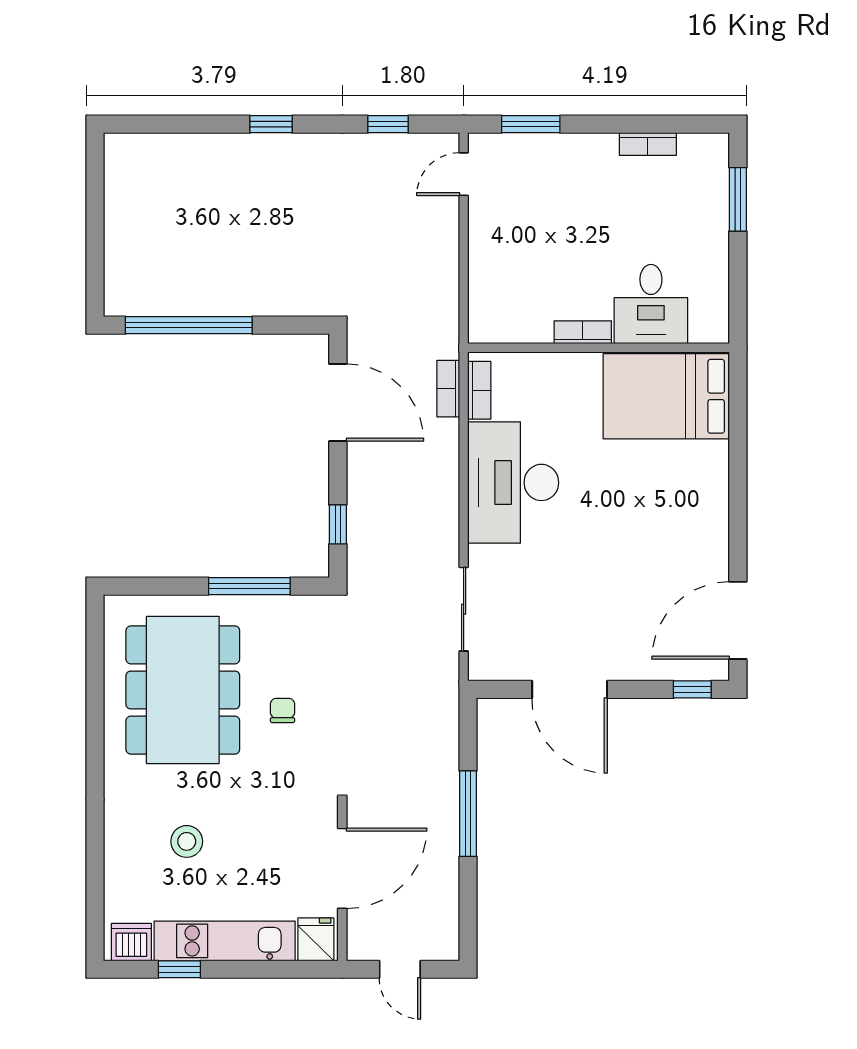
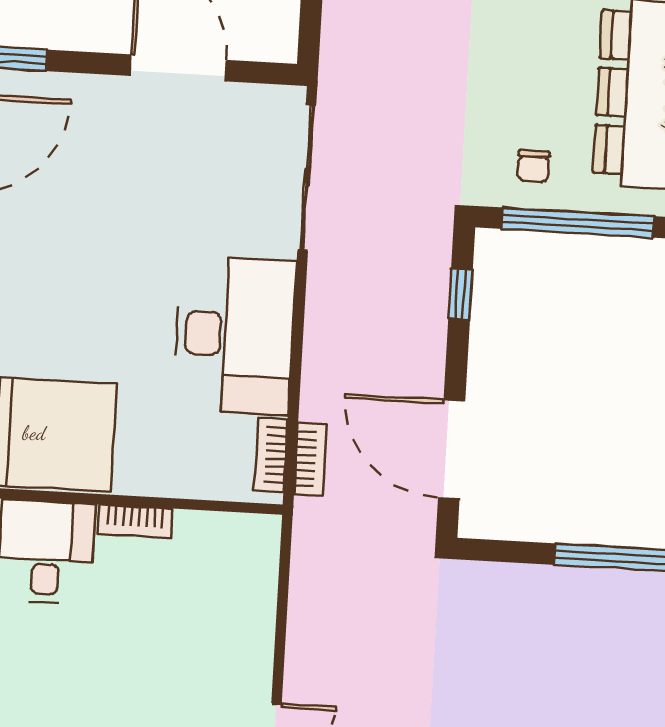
window: (249, 586) -> (578, 223), width x1.46
sliding door: (464, 609) -> (307, 178), width x1.37
chair: (282, 710) -> (533, 166), moved

